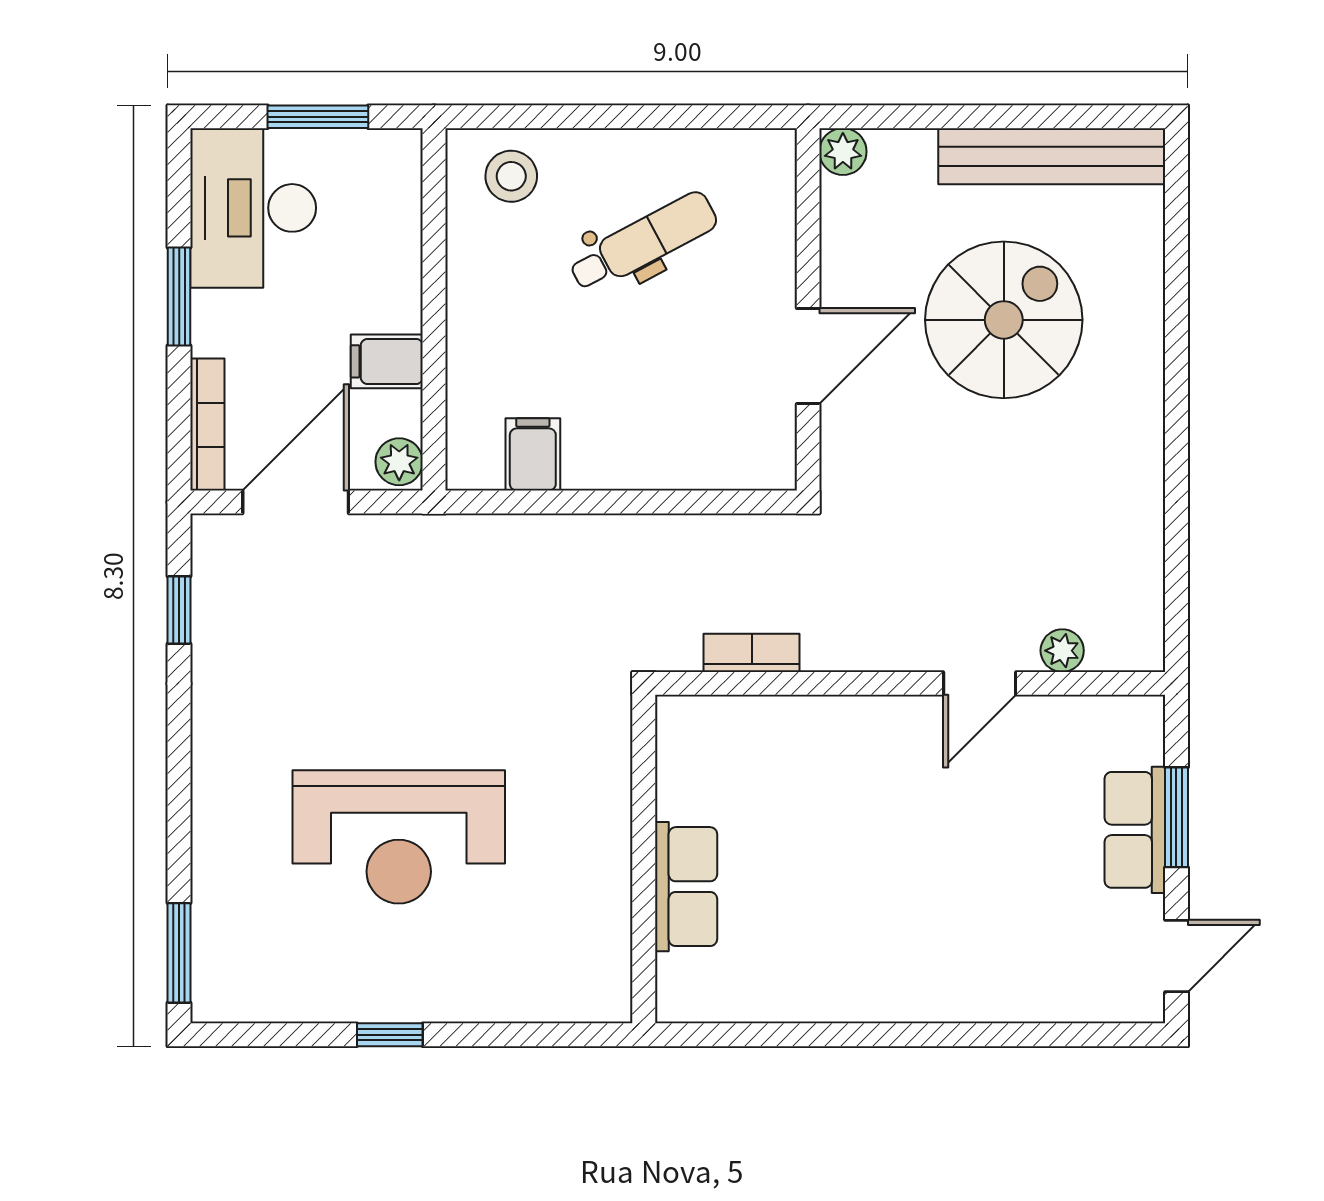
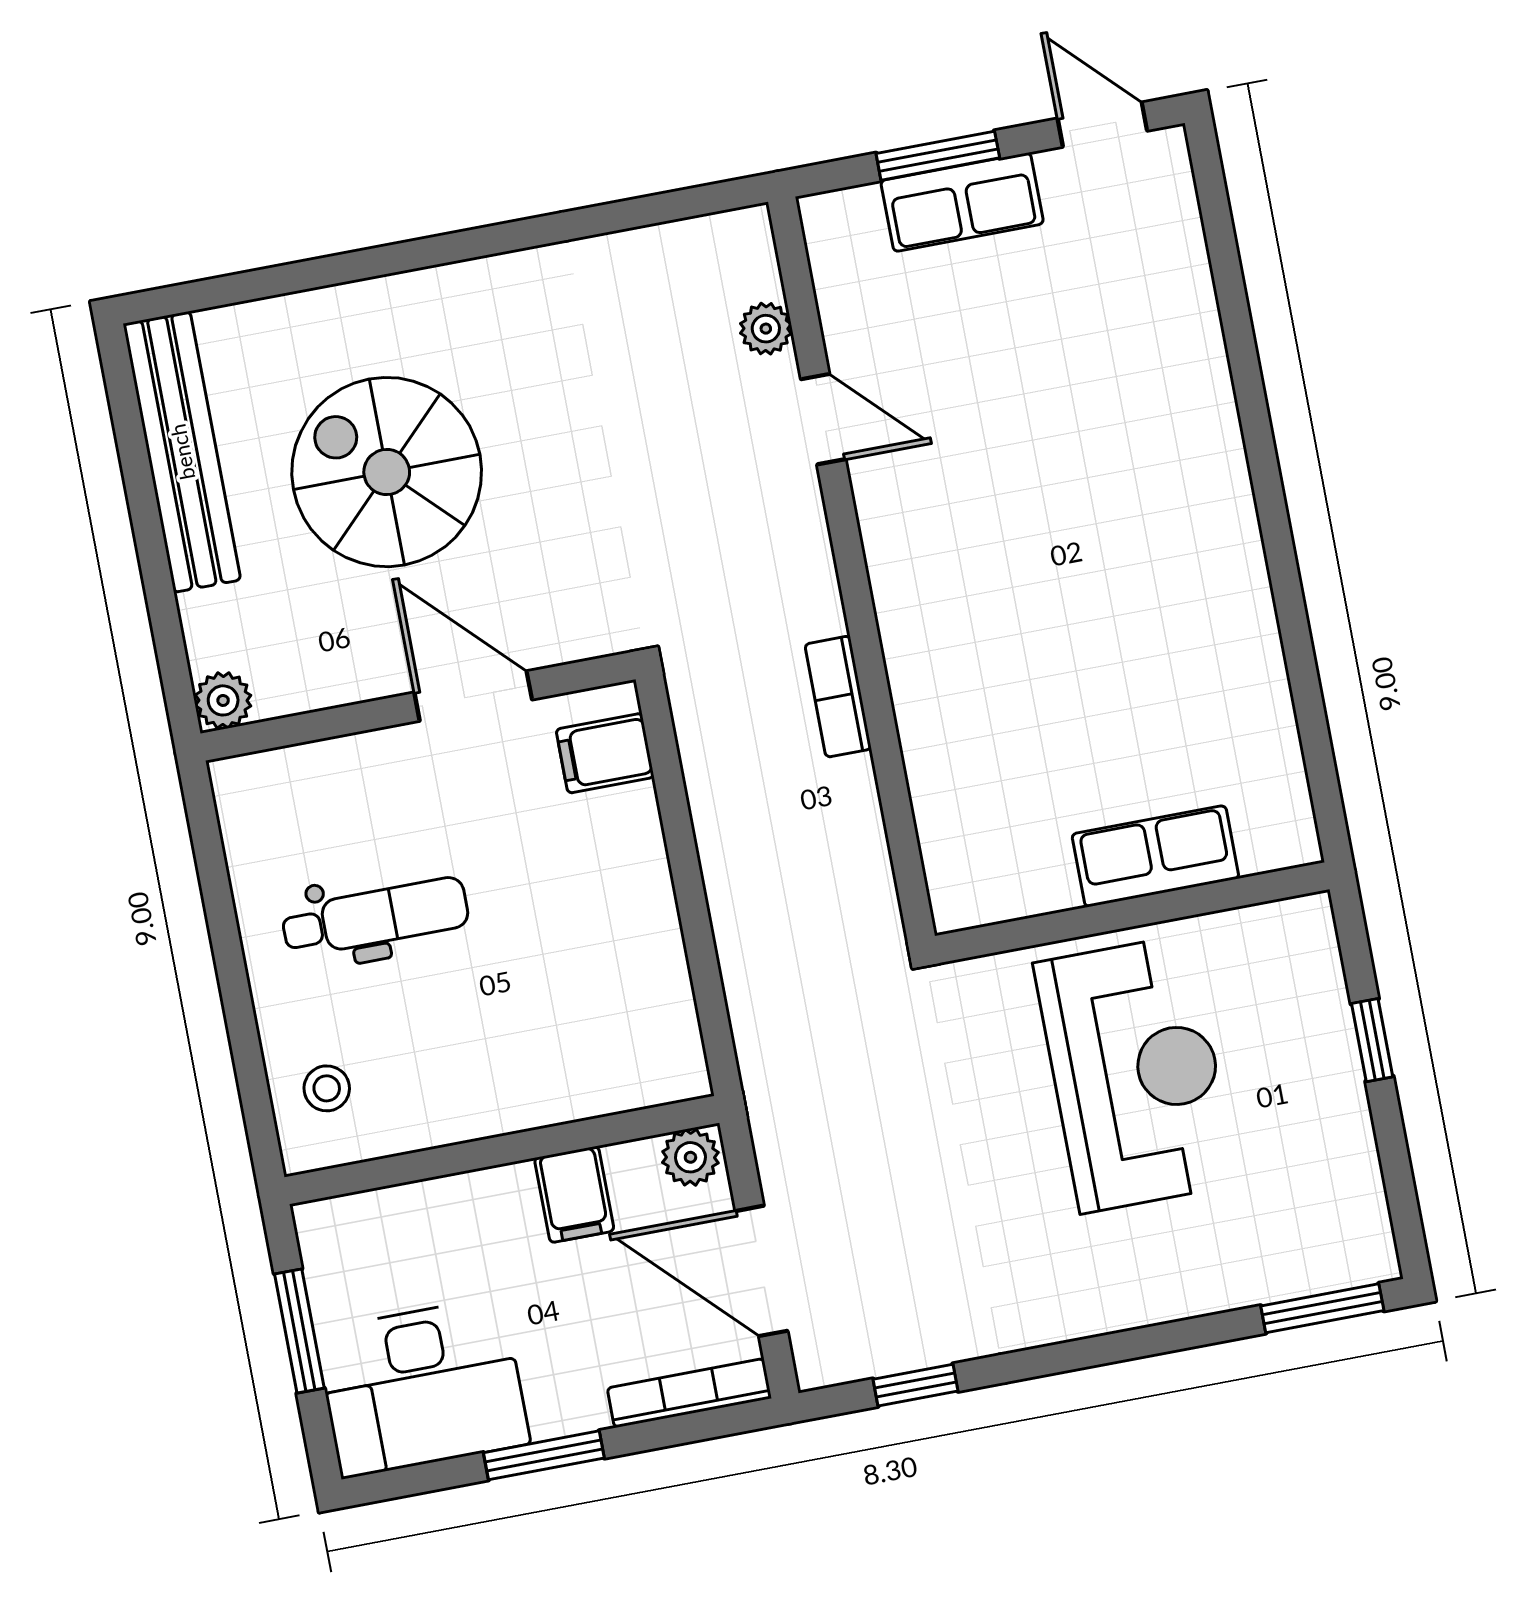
stool: (511, 176) -> (327, 1088), width x0.73, depth x0.73
dental chair: (643, 242) -> (375, 917), turned 118
filing cabinet: (533, 454) -> (605, 753), moved
wall: (644, 859) -> (1132, 913), moved
row of seats: (686, 887) -> (1155, 856), moved

